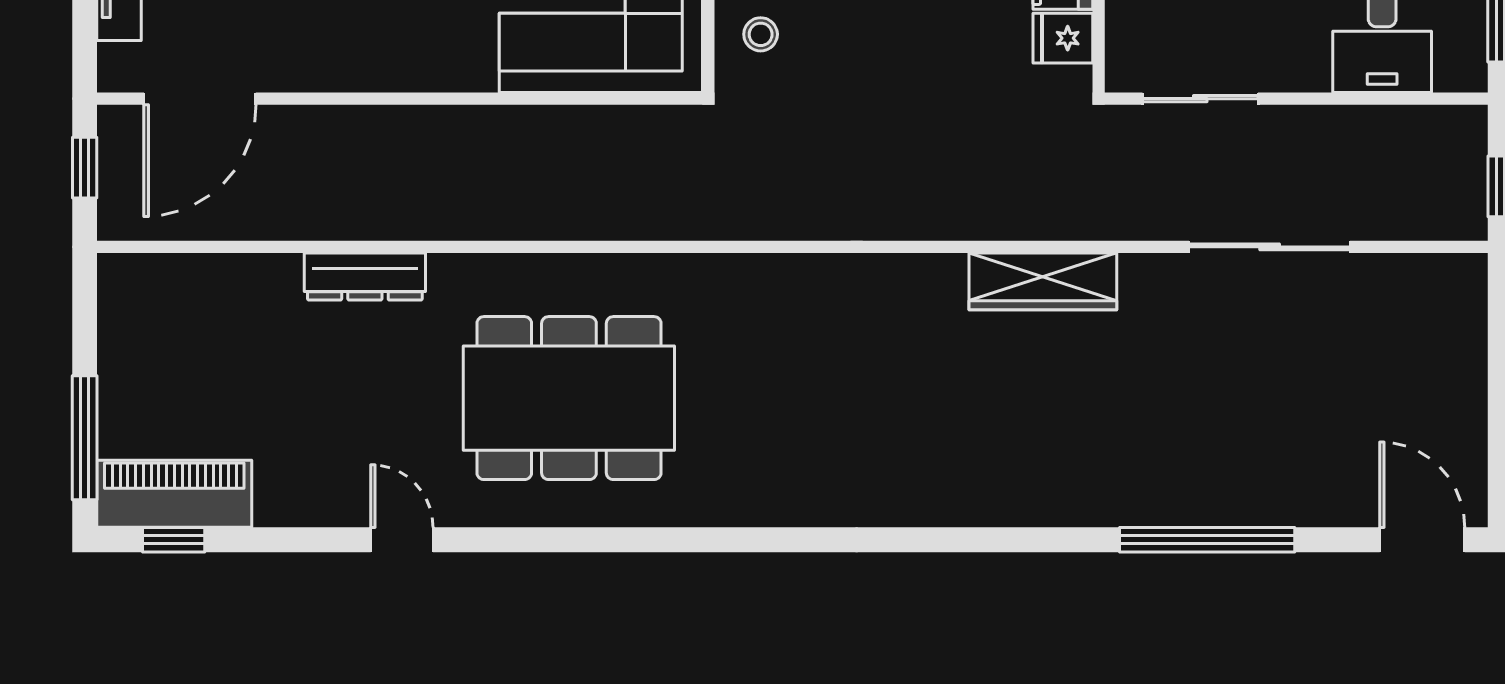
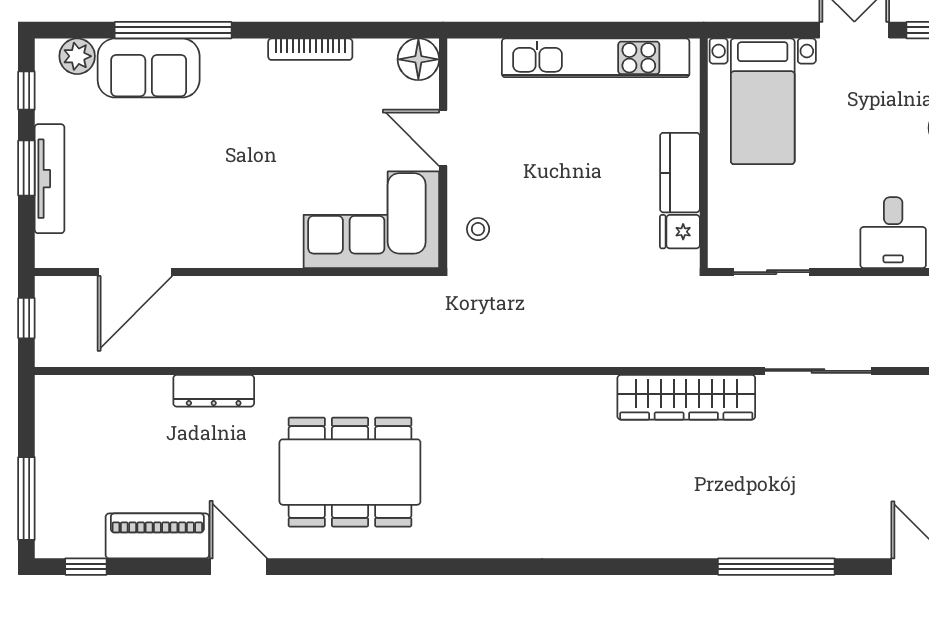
door: (200, 99) -> (135, 272), moved
wardrobe: (1043, 281) -> (686, 397), width x1.40, depth x1.17
piano: (174, 494) -> (157, 536), moved
door: (402, 540) -> (238, 567), width x1.38

